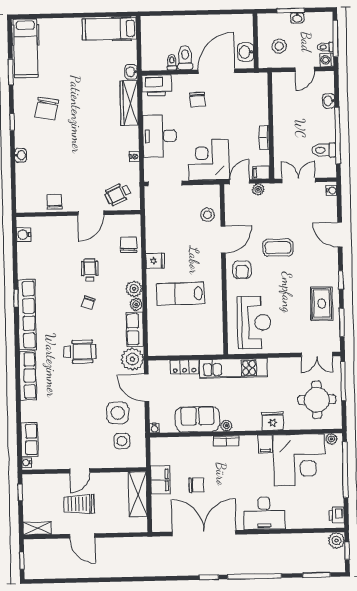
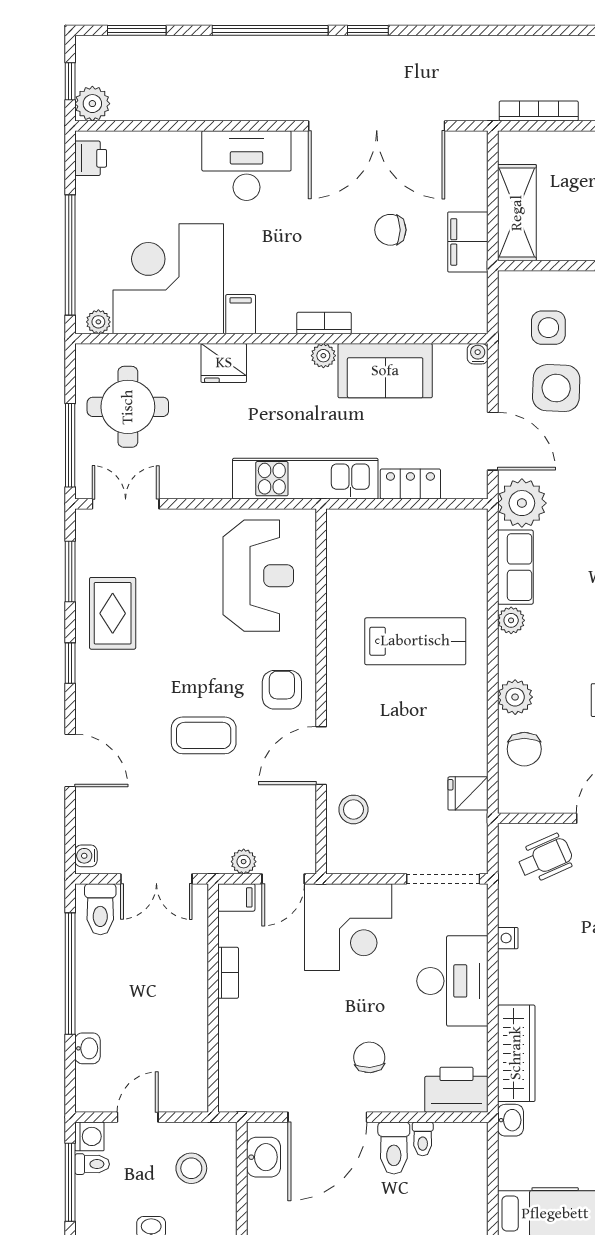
toilet: (324, 150) -> (100, 909), moved, turned 90
fridge: (155, 261) -> (468, 793), moved
plant: (134, 289) -> (515, 697), moved
reception desk: (254, 323) -> (258, 576), turned 180
bookcase: (129, 542) -> (539, 111), added

